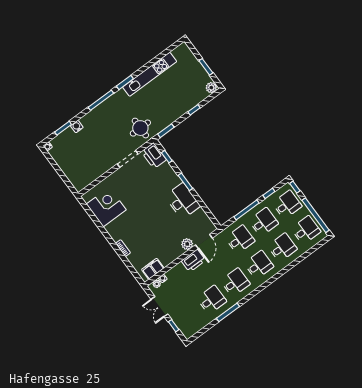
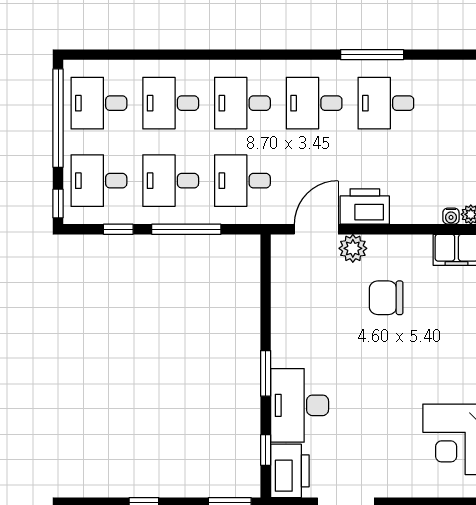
desk: (182, 201) -> (300, 405), moved
chair: (164, 236) -> (386, 298), added

